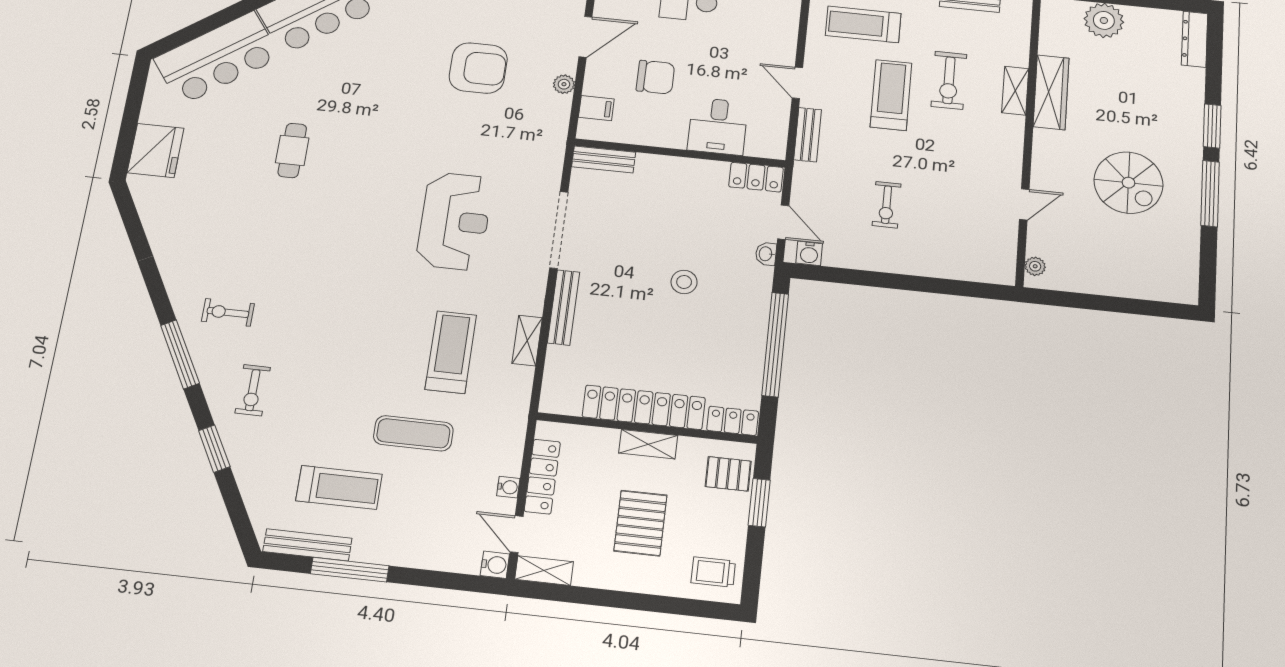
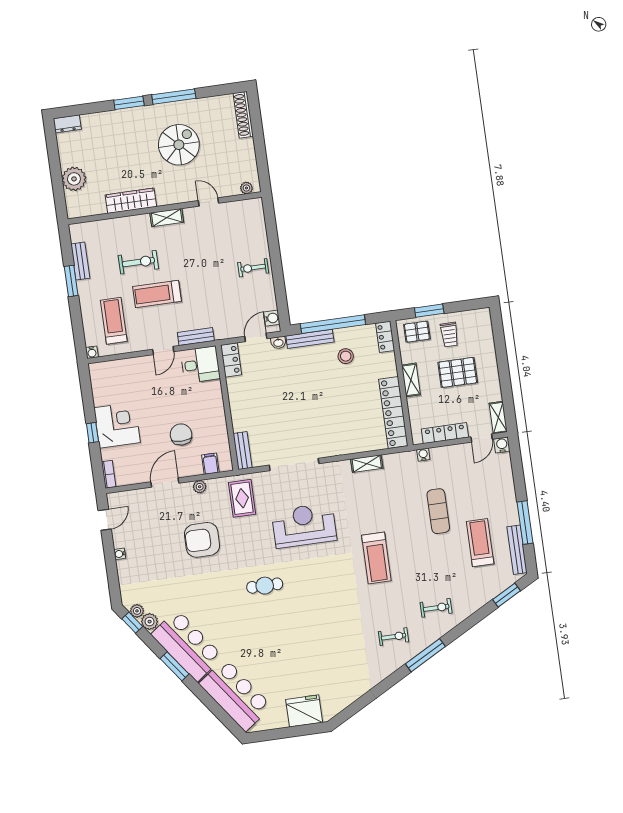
treadmill: (863, 24) -> (114, 321), turned 180
door: (585, 37) -> (165, 483), hinge flipped
dresser: (1194, 39) -> (67, 124), width x0.70
armchair: (478, 68) -> (202, 540), turned -90
shelving: (1015, 91) -> (167, 218), moved
desk: (718, 126) -> (200, 365), moved
rug: (527, 141) -> (242, 498), added
cafe table: (292, 150) -> (265, 586), moved
exercise bike: (887, 205) -> (253, 268), moved, turned 180
stool: (684, 282) -> (346, 356), moved
shoe rack: (1159, 290) -> (243, 115), added
bench: (564, 307) -> (310, 339), moved
exercise bike: (228, 312) -> (393, 637), turned -90
treadmill: (451, 352) -> (376, 558), moved, turned -90
locker: (644, 407) -> (393, 412), moved
window: (214, 449) -> (506, 595), moved
pallet: (728, 474) -> (417, 332), turned 90
water cooler: (508, 487) -> (423, 455), moved
trolley: (713, 572) -> (449, 335), moved

